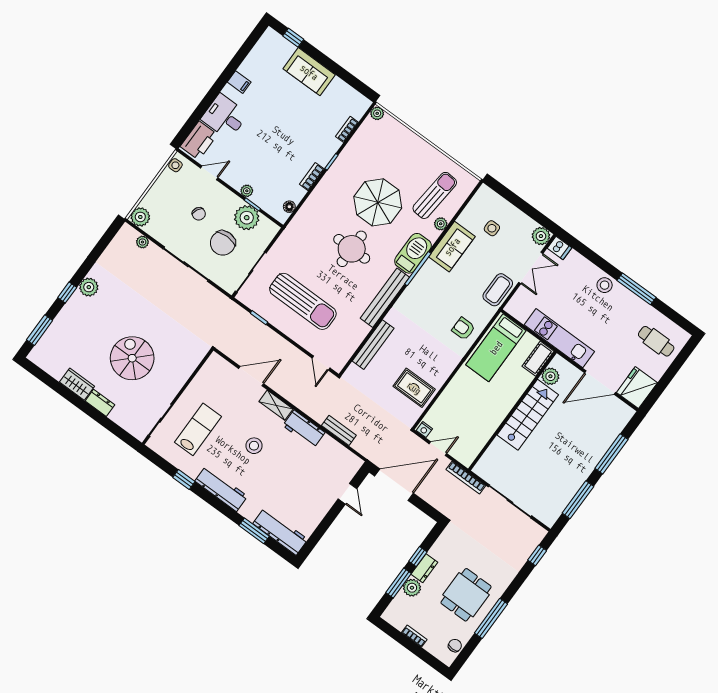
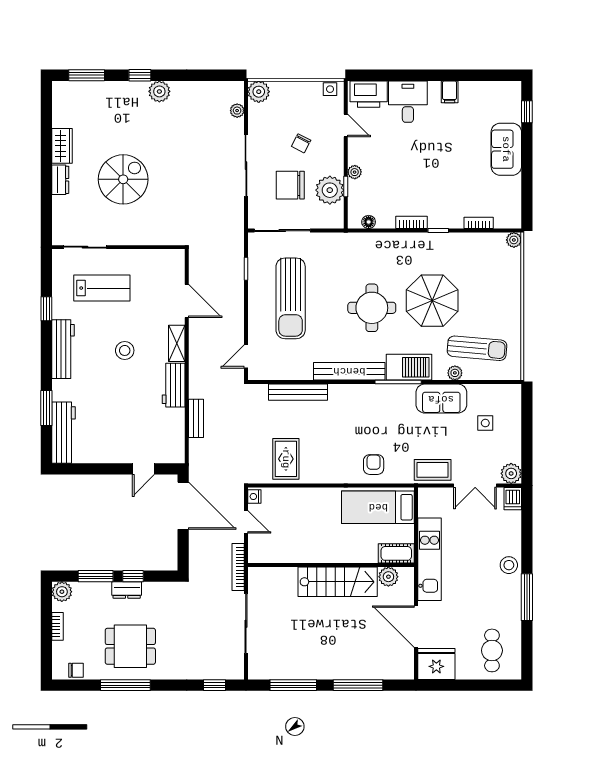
plant: (412, 588) -> (62, 592), moved

